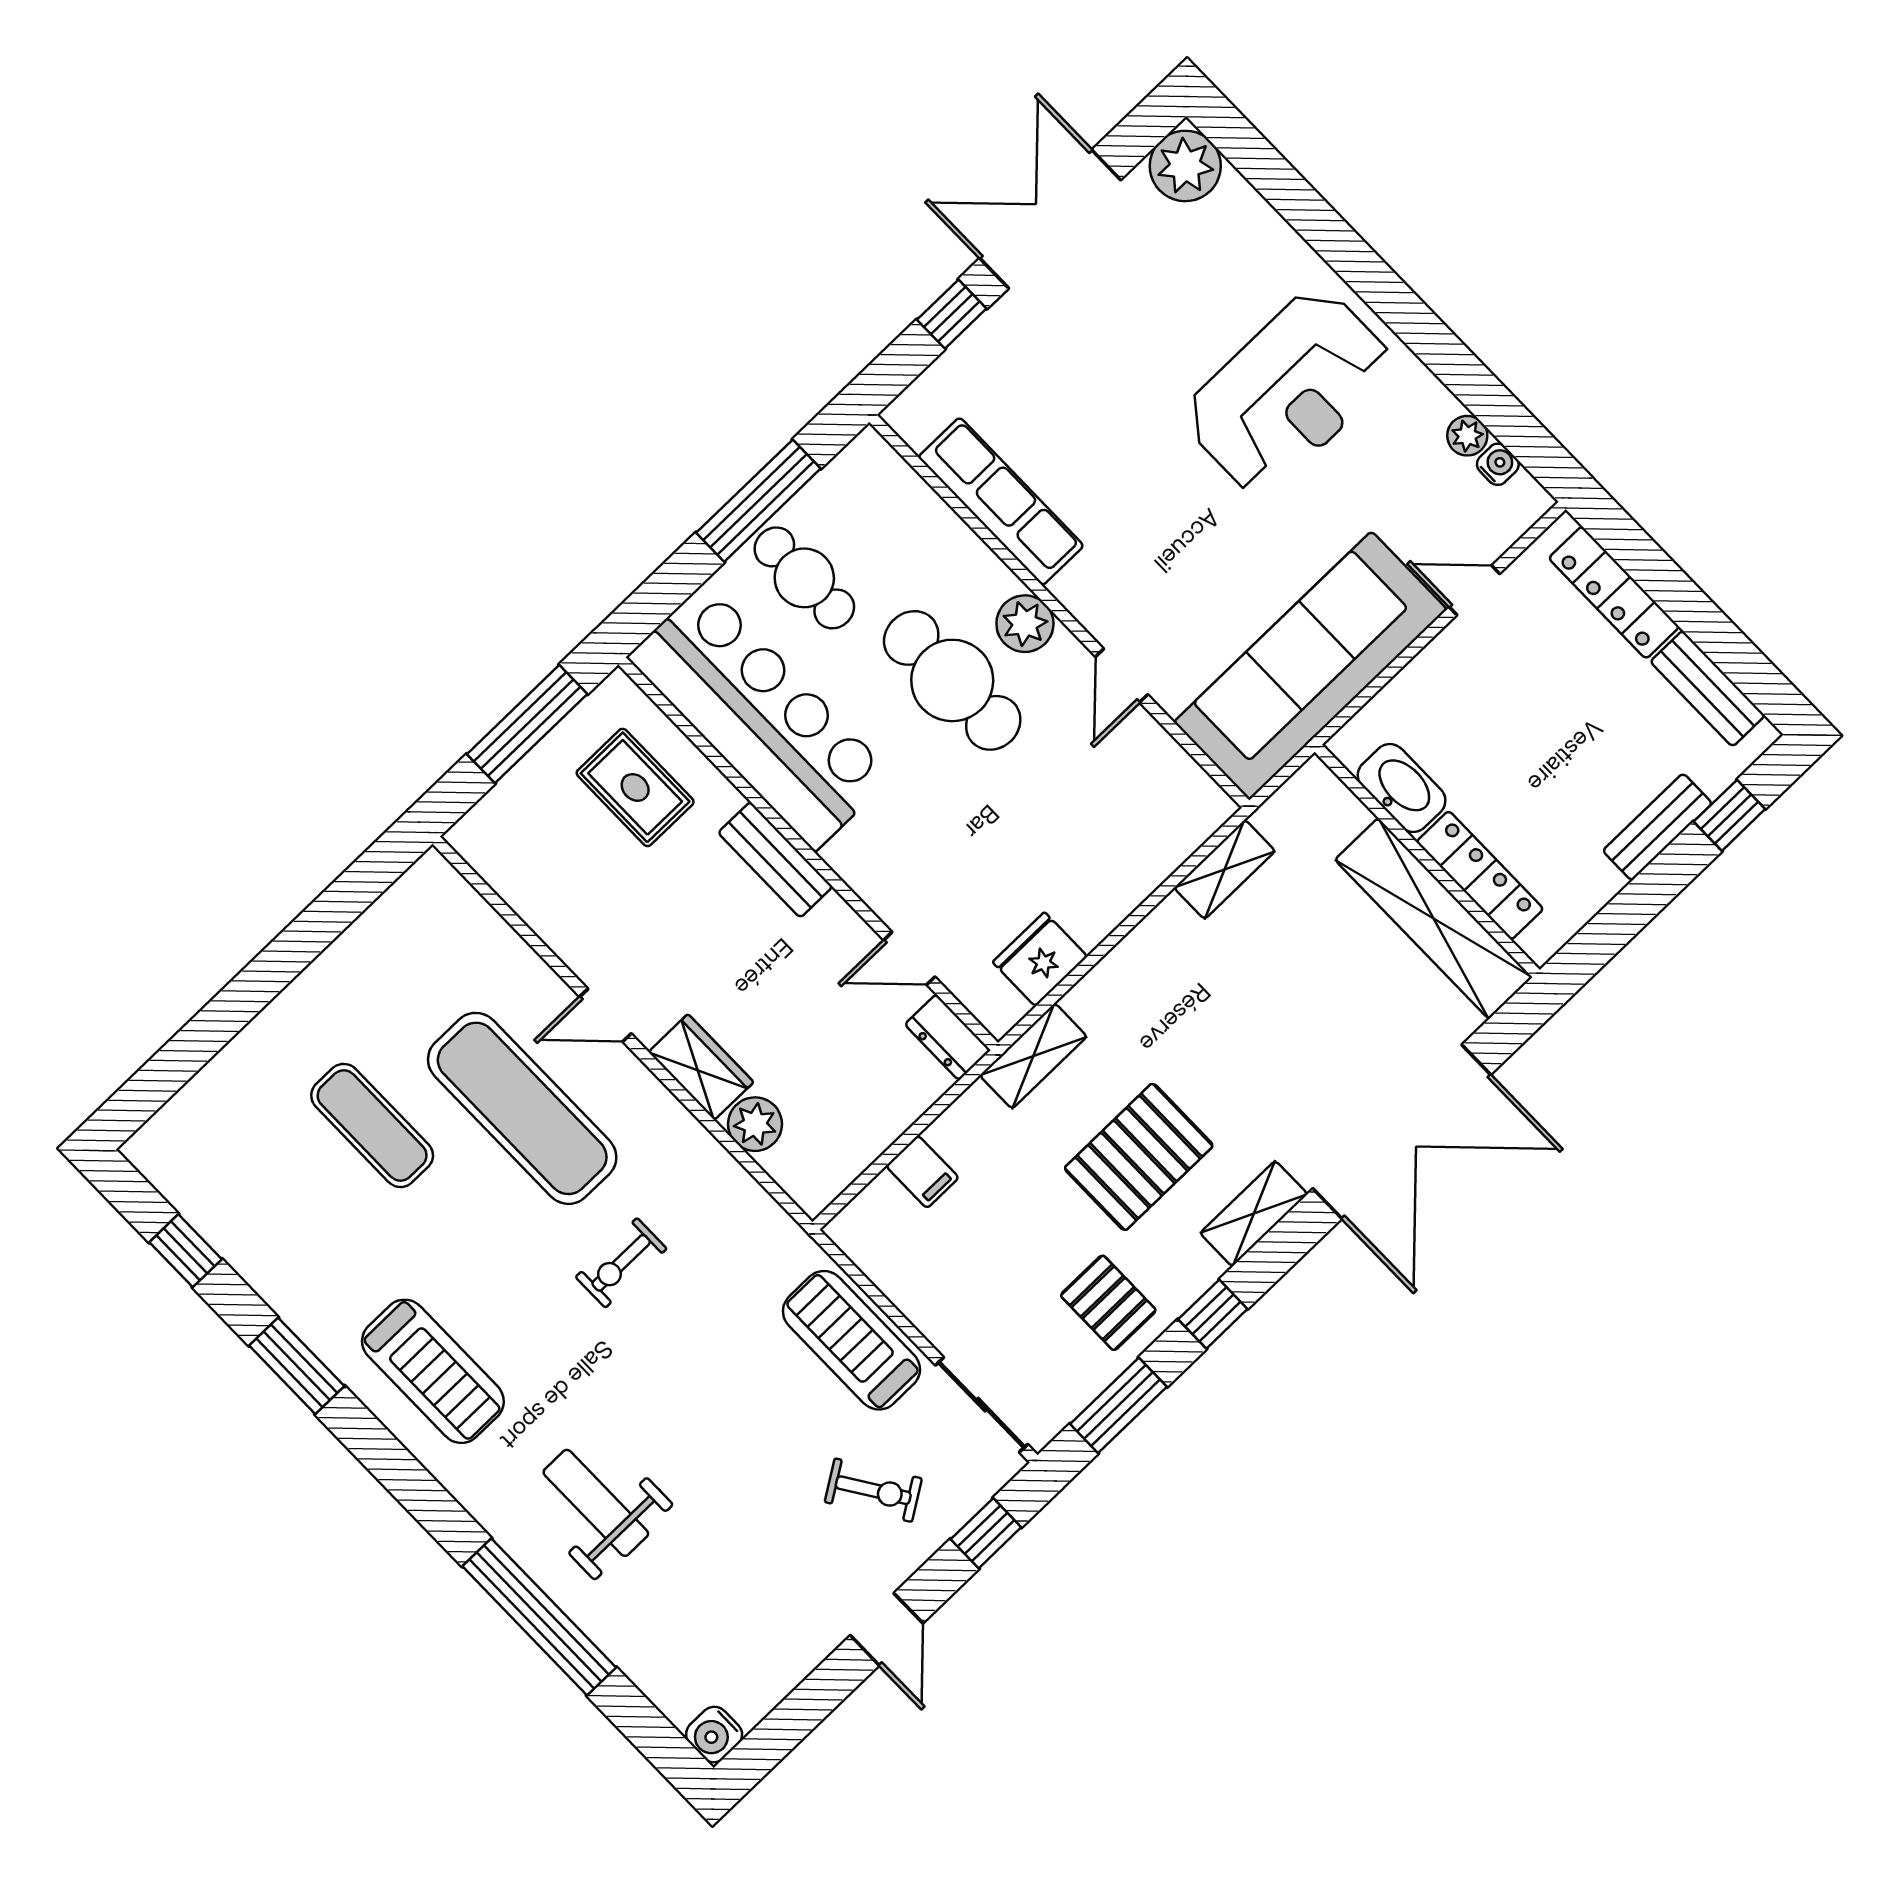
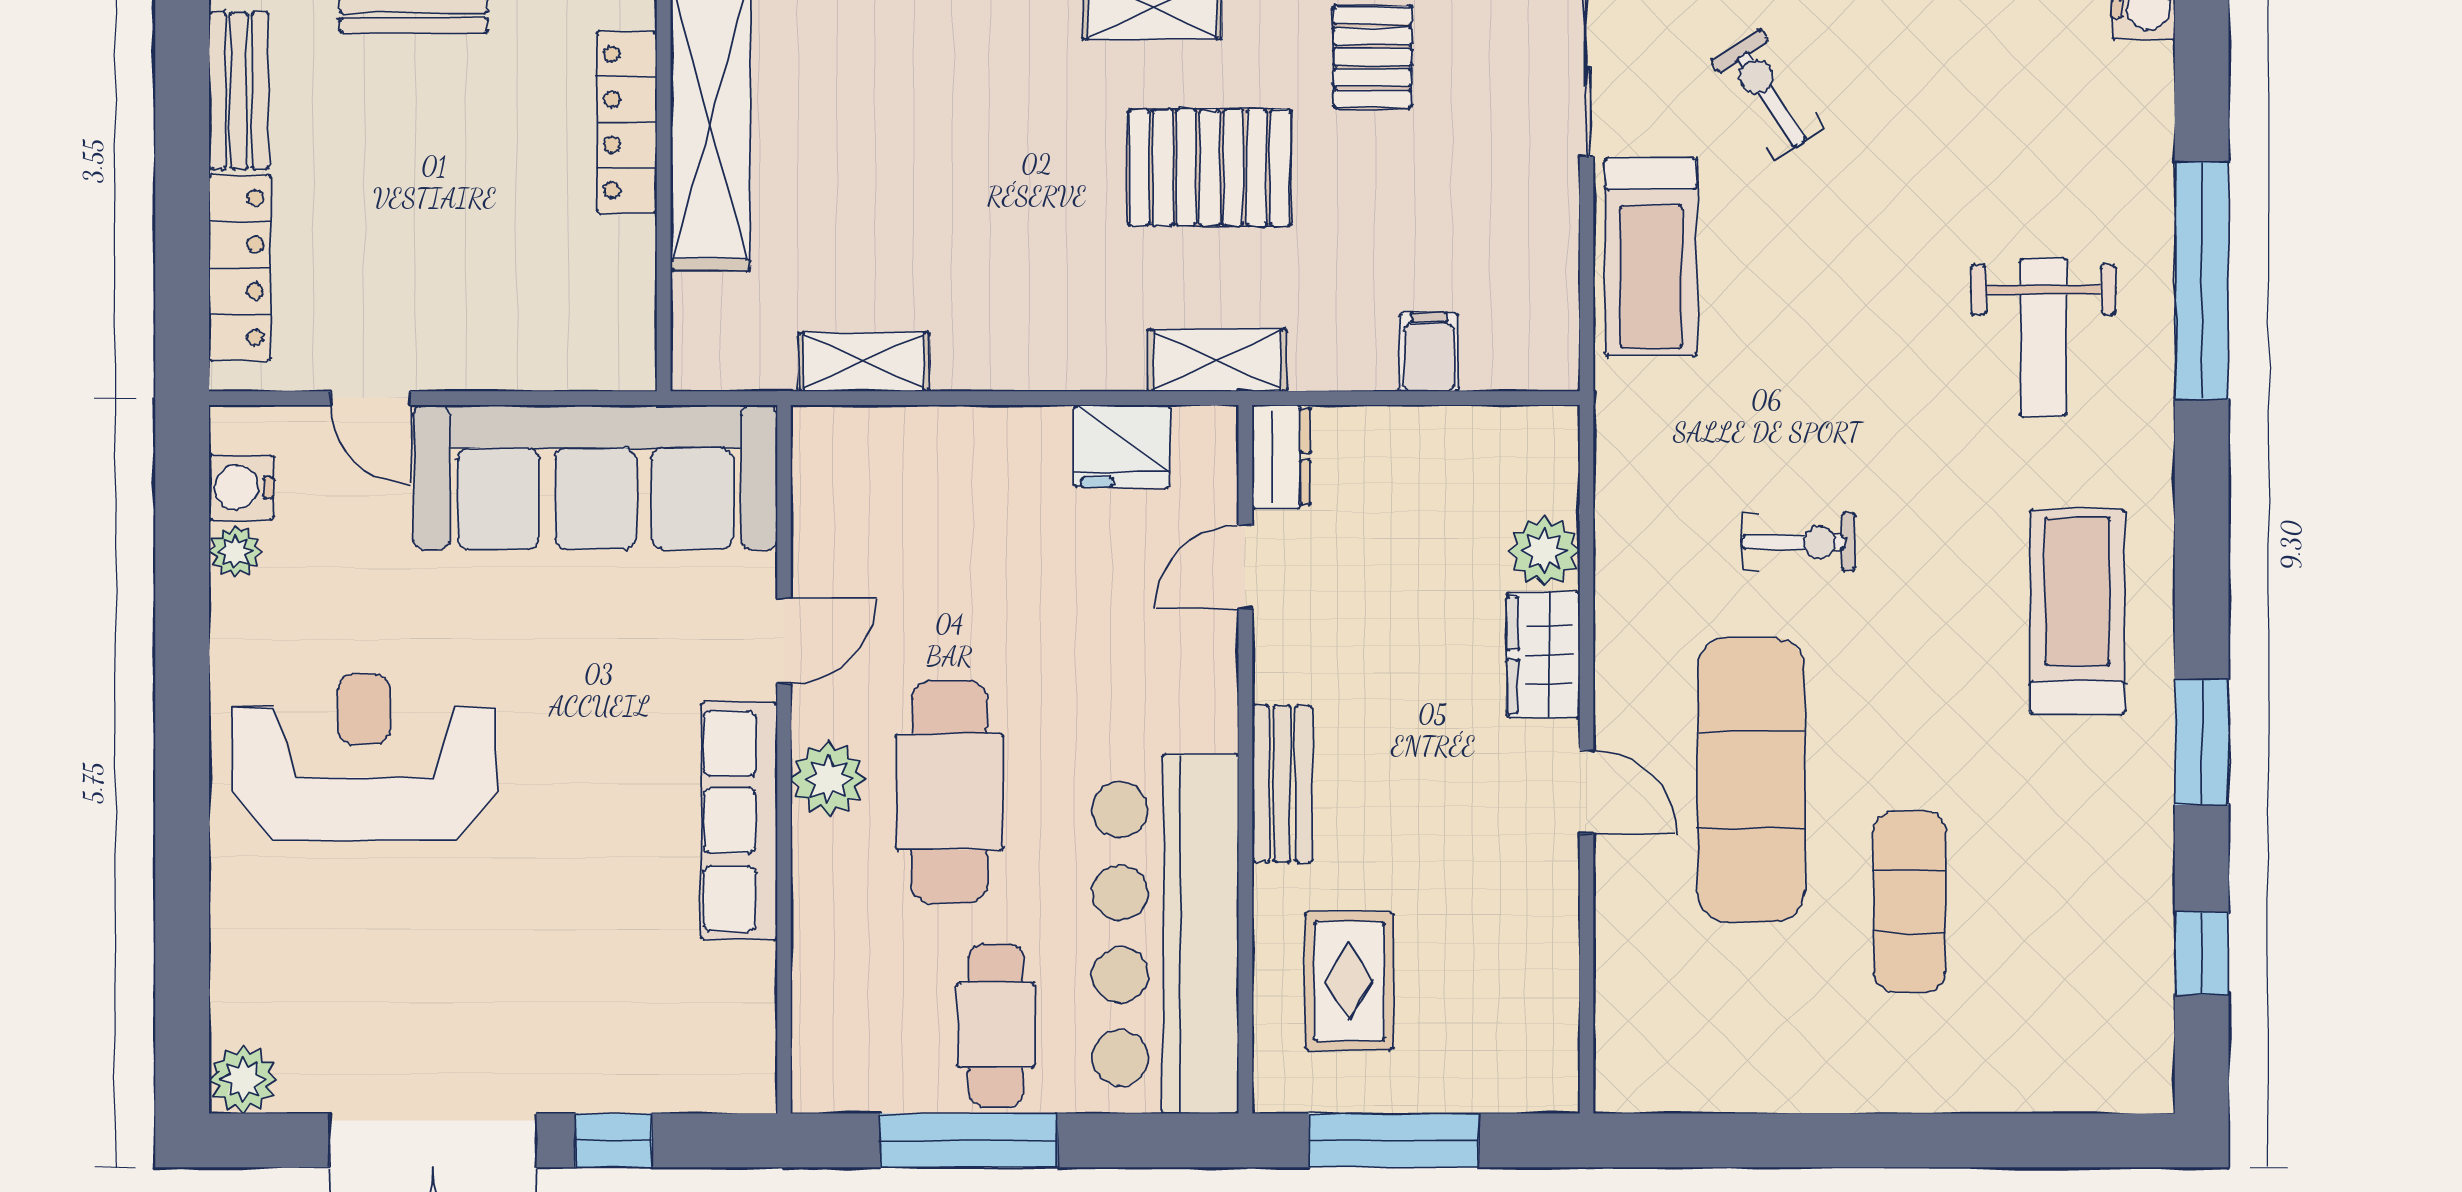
plant: (1185, 166) -> (243, 1079), width x0.73, depth x0.73
water cooler: (1498, 464) -> (241, 487), width x1.38, depth x1.38
row of seats: (1001, 501) -> (739, 821), moved
washbasin: (1402, 788) -> (621, 277), removed
door: (909, 958) -> (1245, 567), swing flipped

